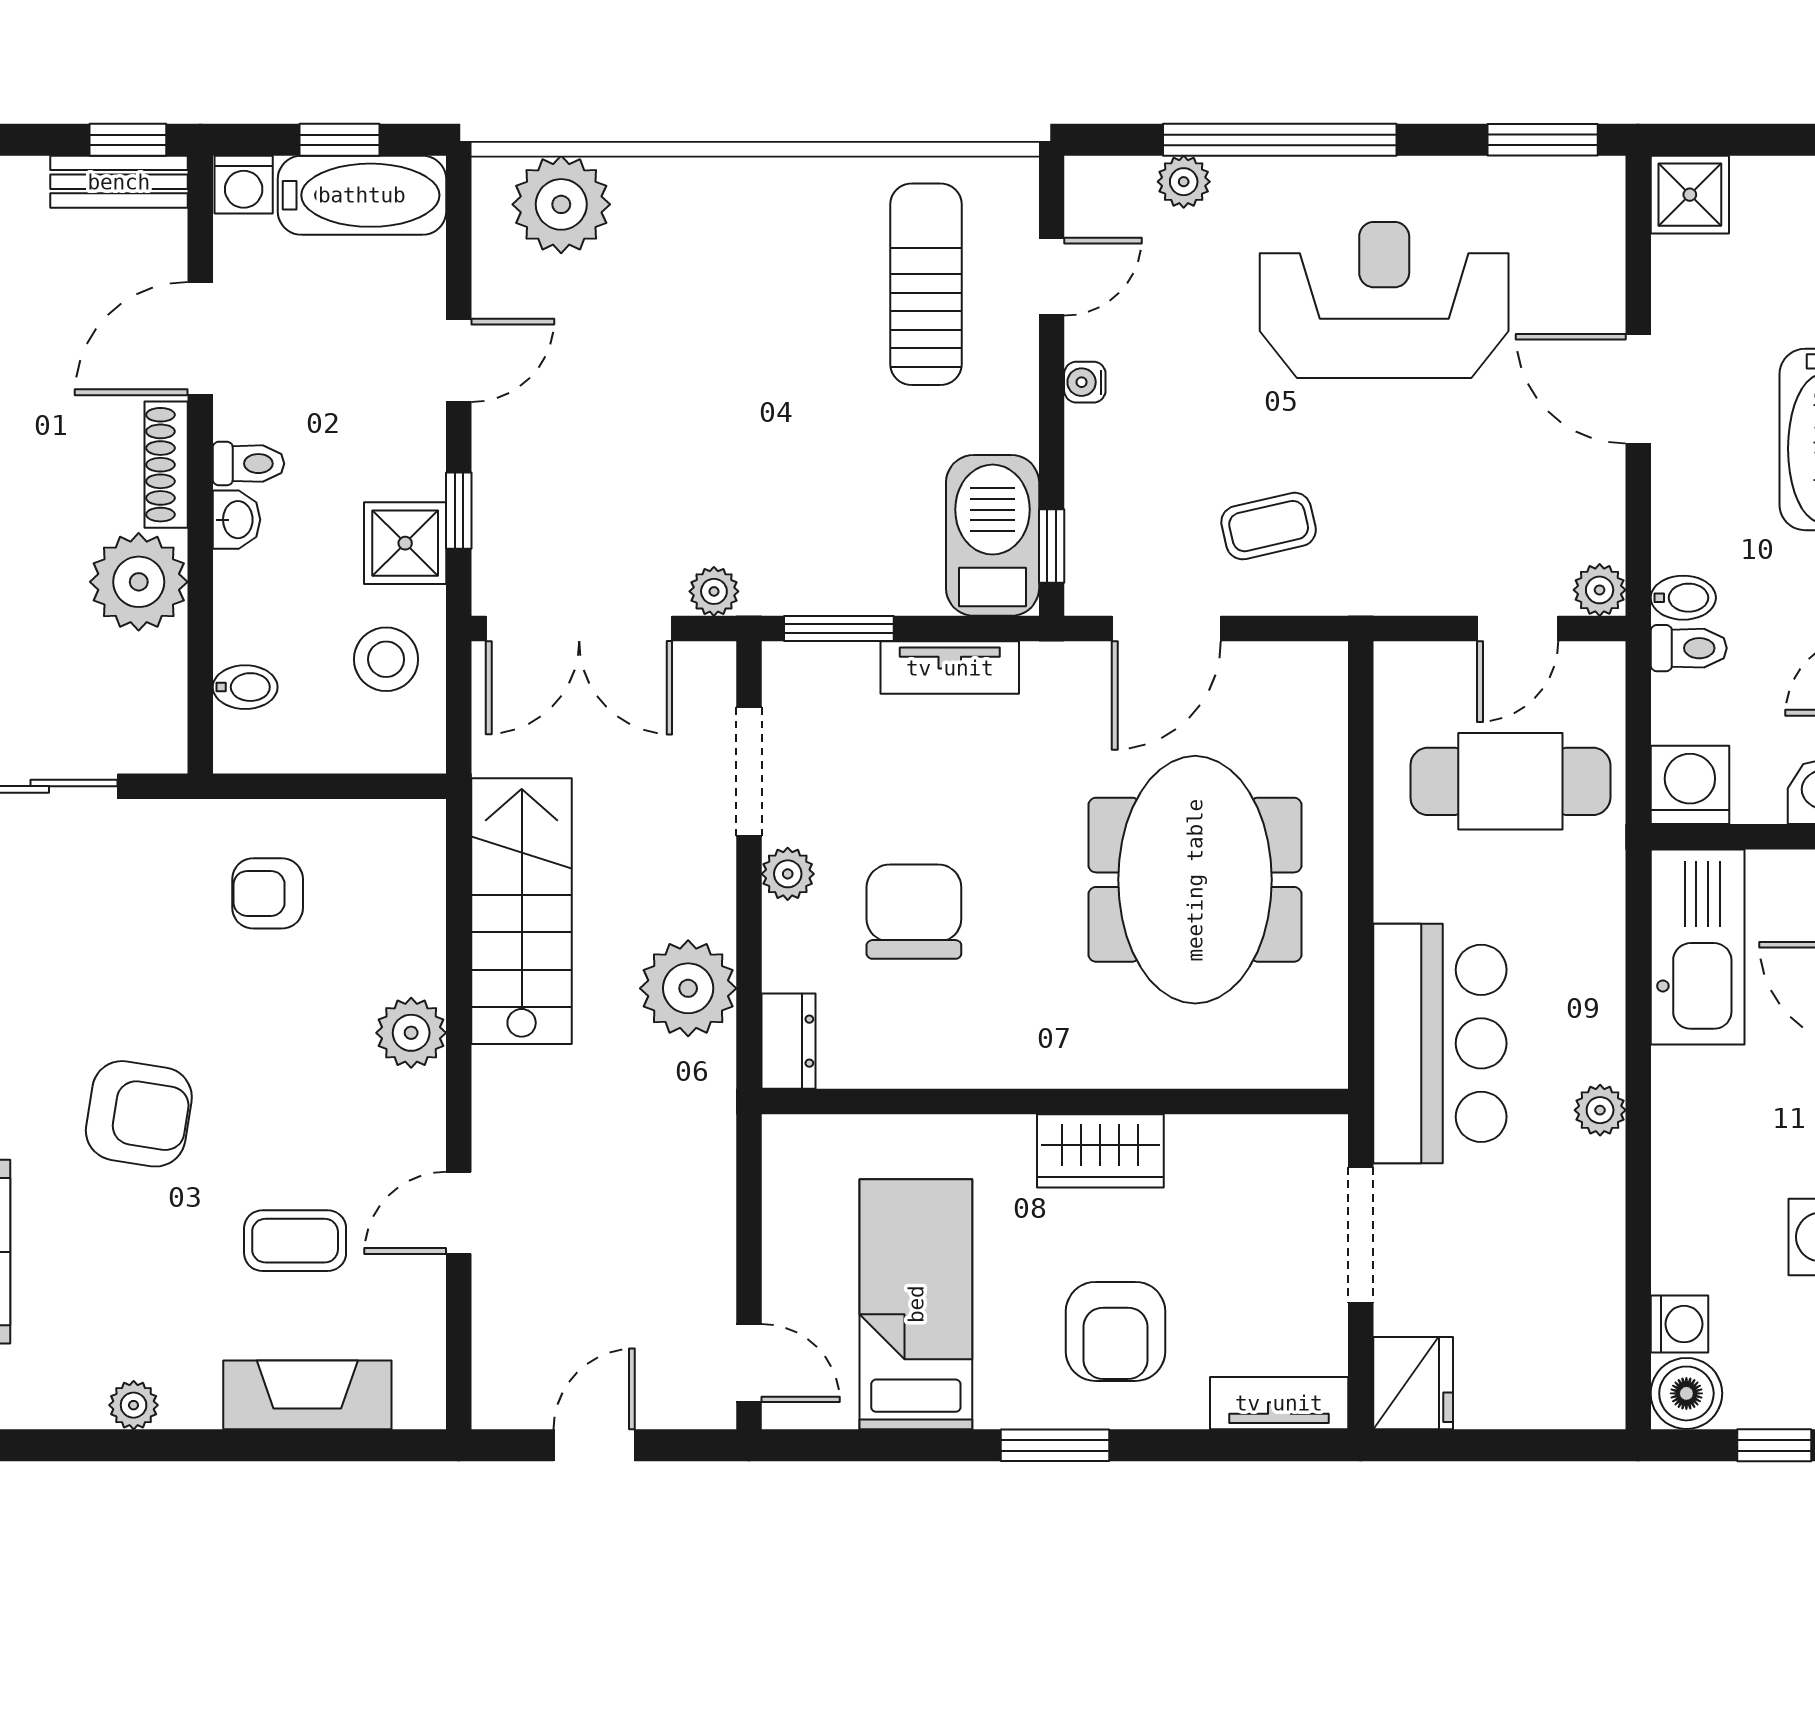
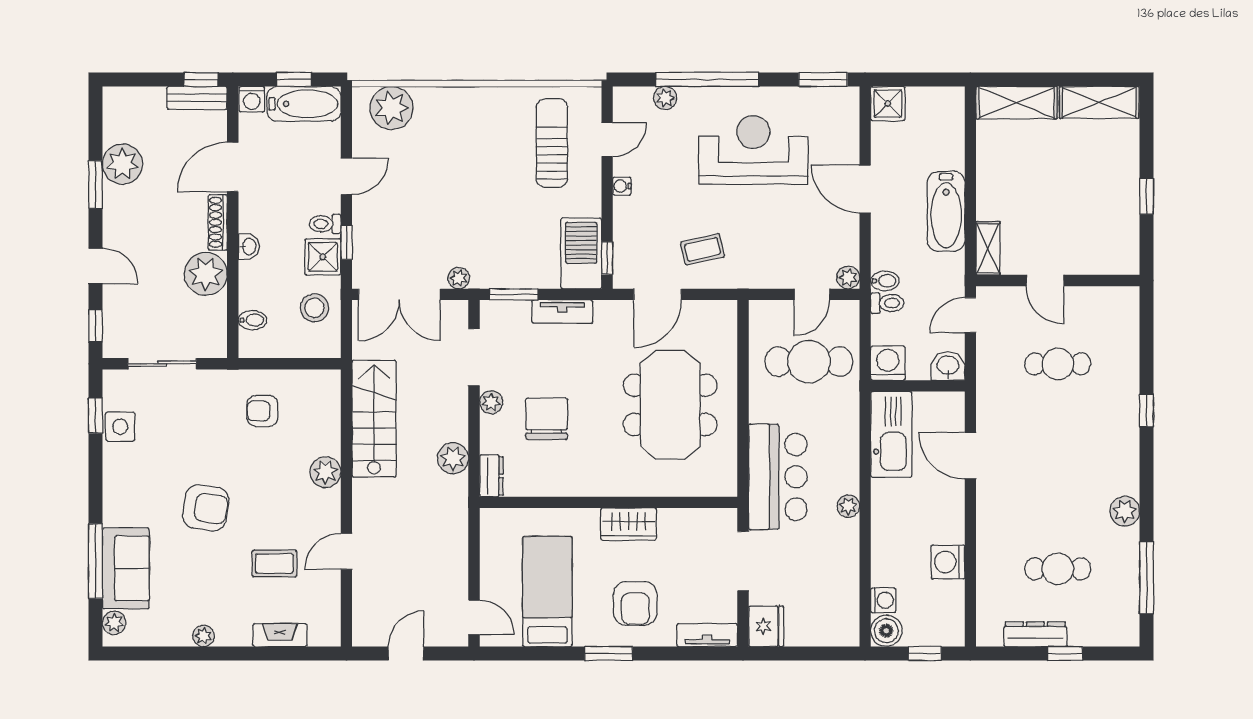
toilet: (248, 464) -> (325, 224), moved, turned 180
plant: (688, 988) -> (453, 458), width x0.73, depth x0.73
fireplace: (307, 1395) -> (280, 635), width x0.73, depth x0.76

